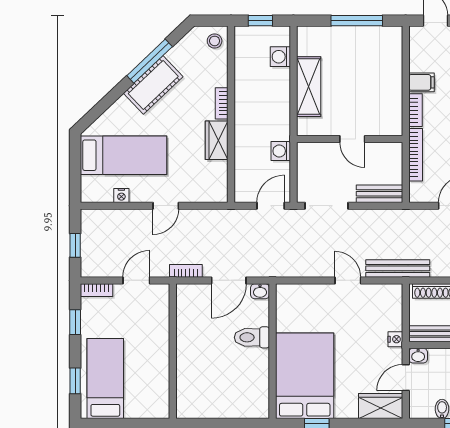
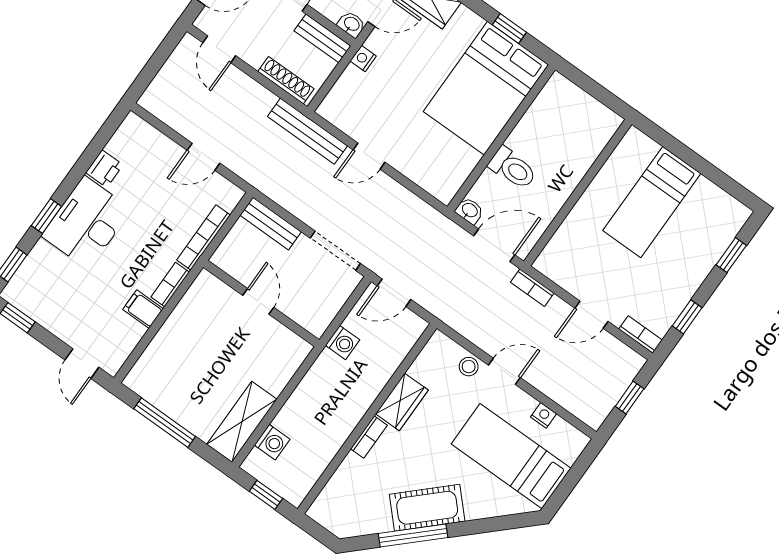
stool: (215, 41) -> (469, 367), moved
shelving: (309, 87) -> (242, 422), moved
door: (348, 280) -> (369, 156), hinge flipped
wall: (173, 351) -> (578, 193), moved
bed: (105, 379) -> (652, 202), moved

